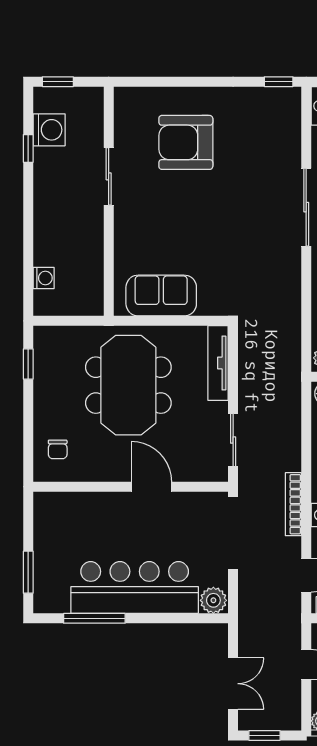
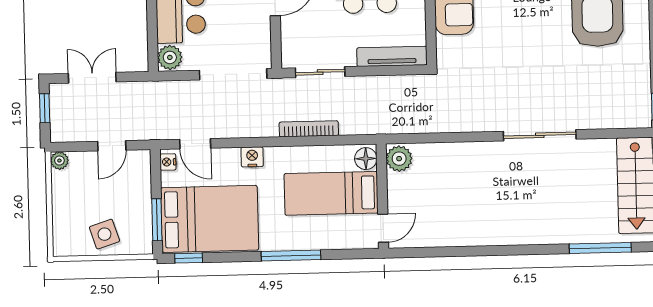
bookcase: (293, 504) -> (309, 129), moved
double door: (233, 684) -> (92, 78), swing flipped

